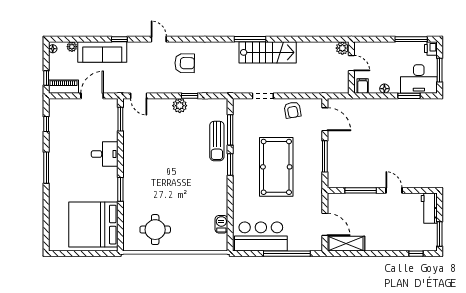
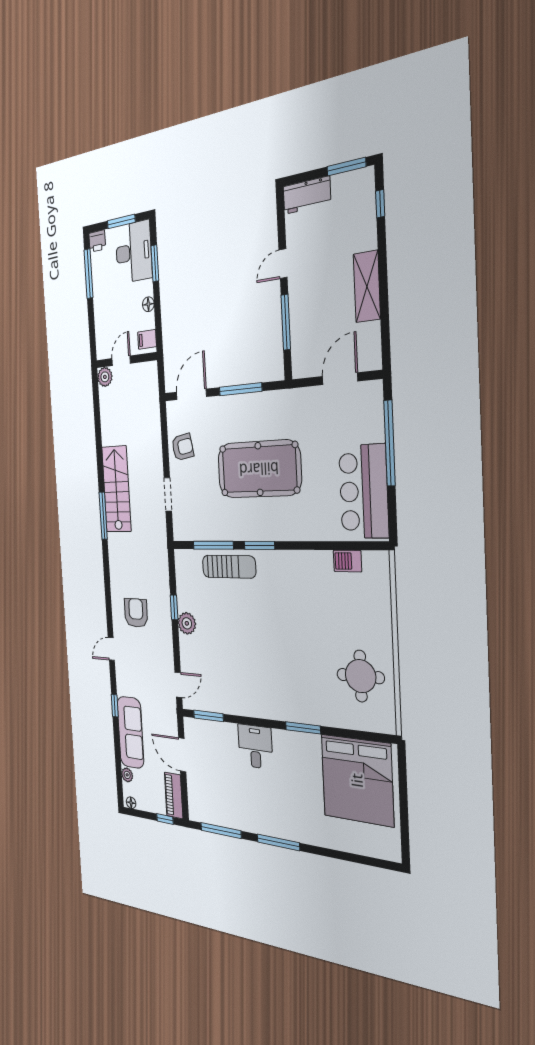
window: (46, 124) -> (221, 831), width x2.17
shelving: (346, 244) -> (367, 286), moved

